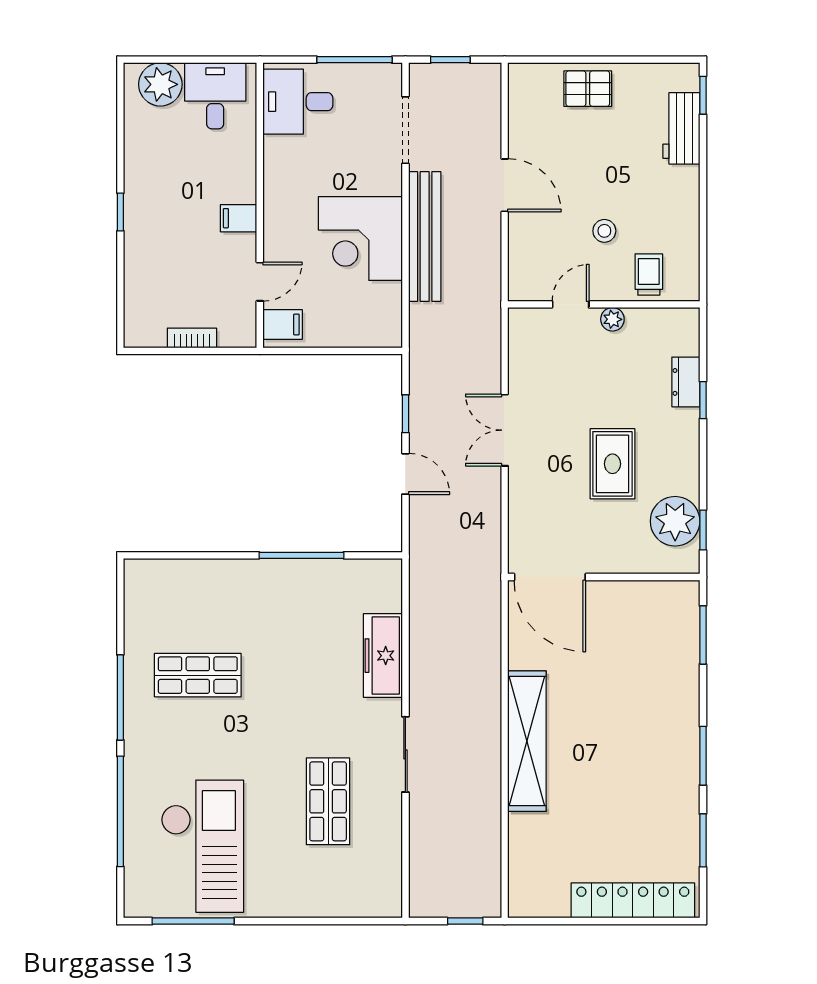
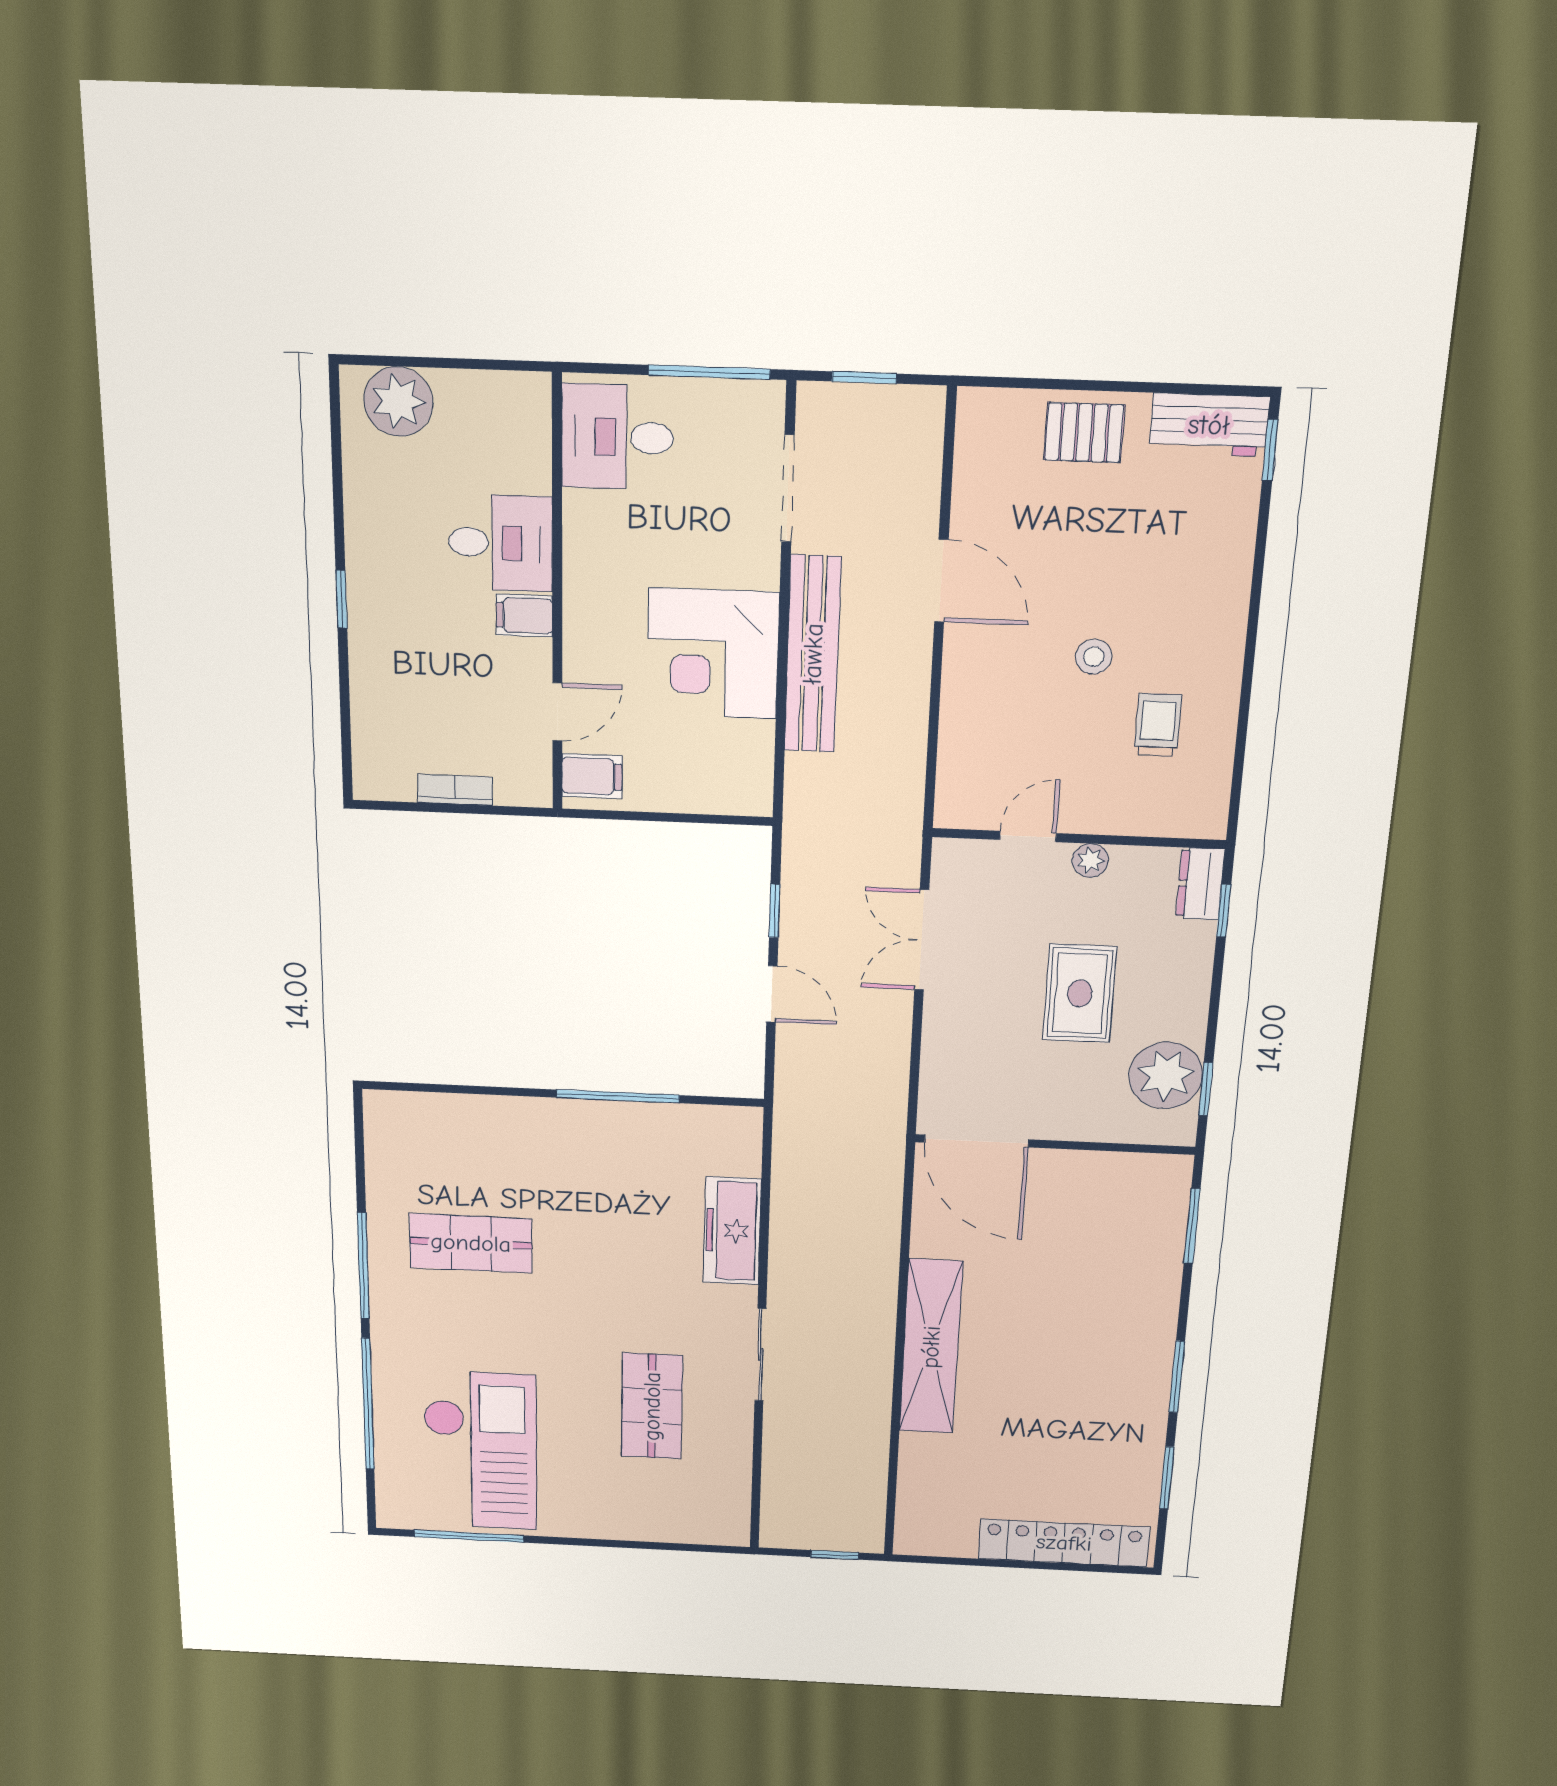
desk: (215, 96) -> (501, 543), moved, turned 90
workbench: (681, 128) -> (1209, 425), moved, turned -90
door: (571, 304) -> (1028, 837), moved
wall: (604, 304) -> (1079, 839), moved
plant: (612, 319) -> (1090, 860), moved

